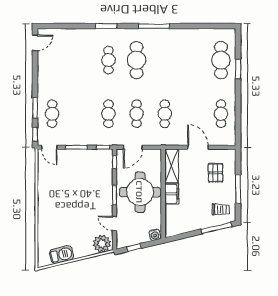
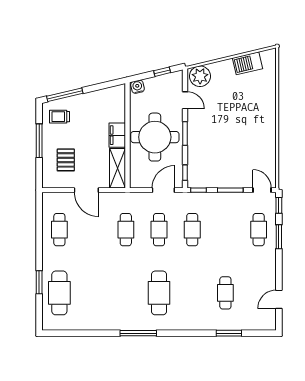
window: (106, 26) -> (229, 333), moved
door: (35, 43) -> (279, 299), moved
cafe table: (108, 60) -> (225, 293), moved

